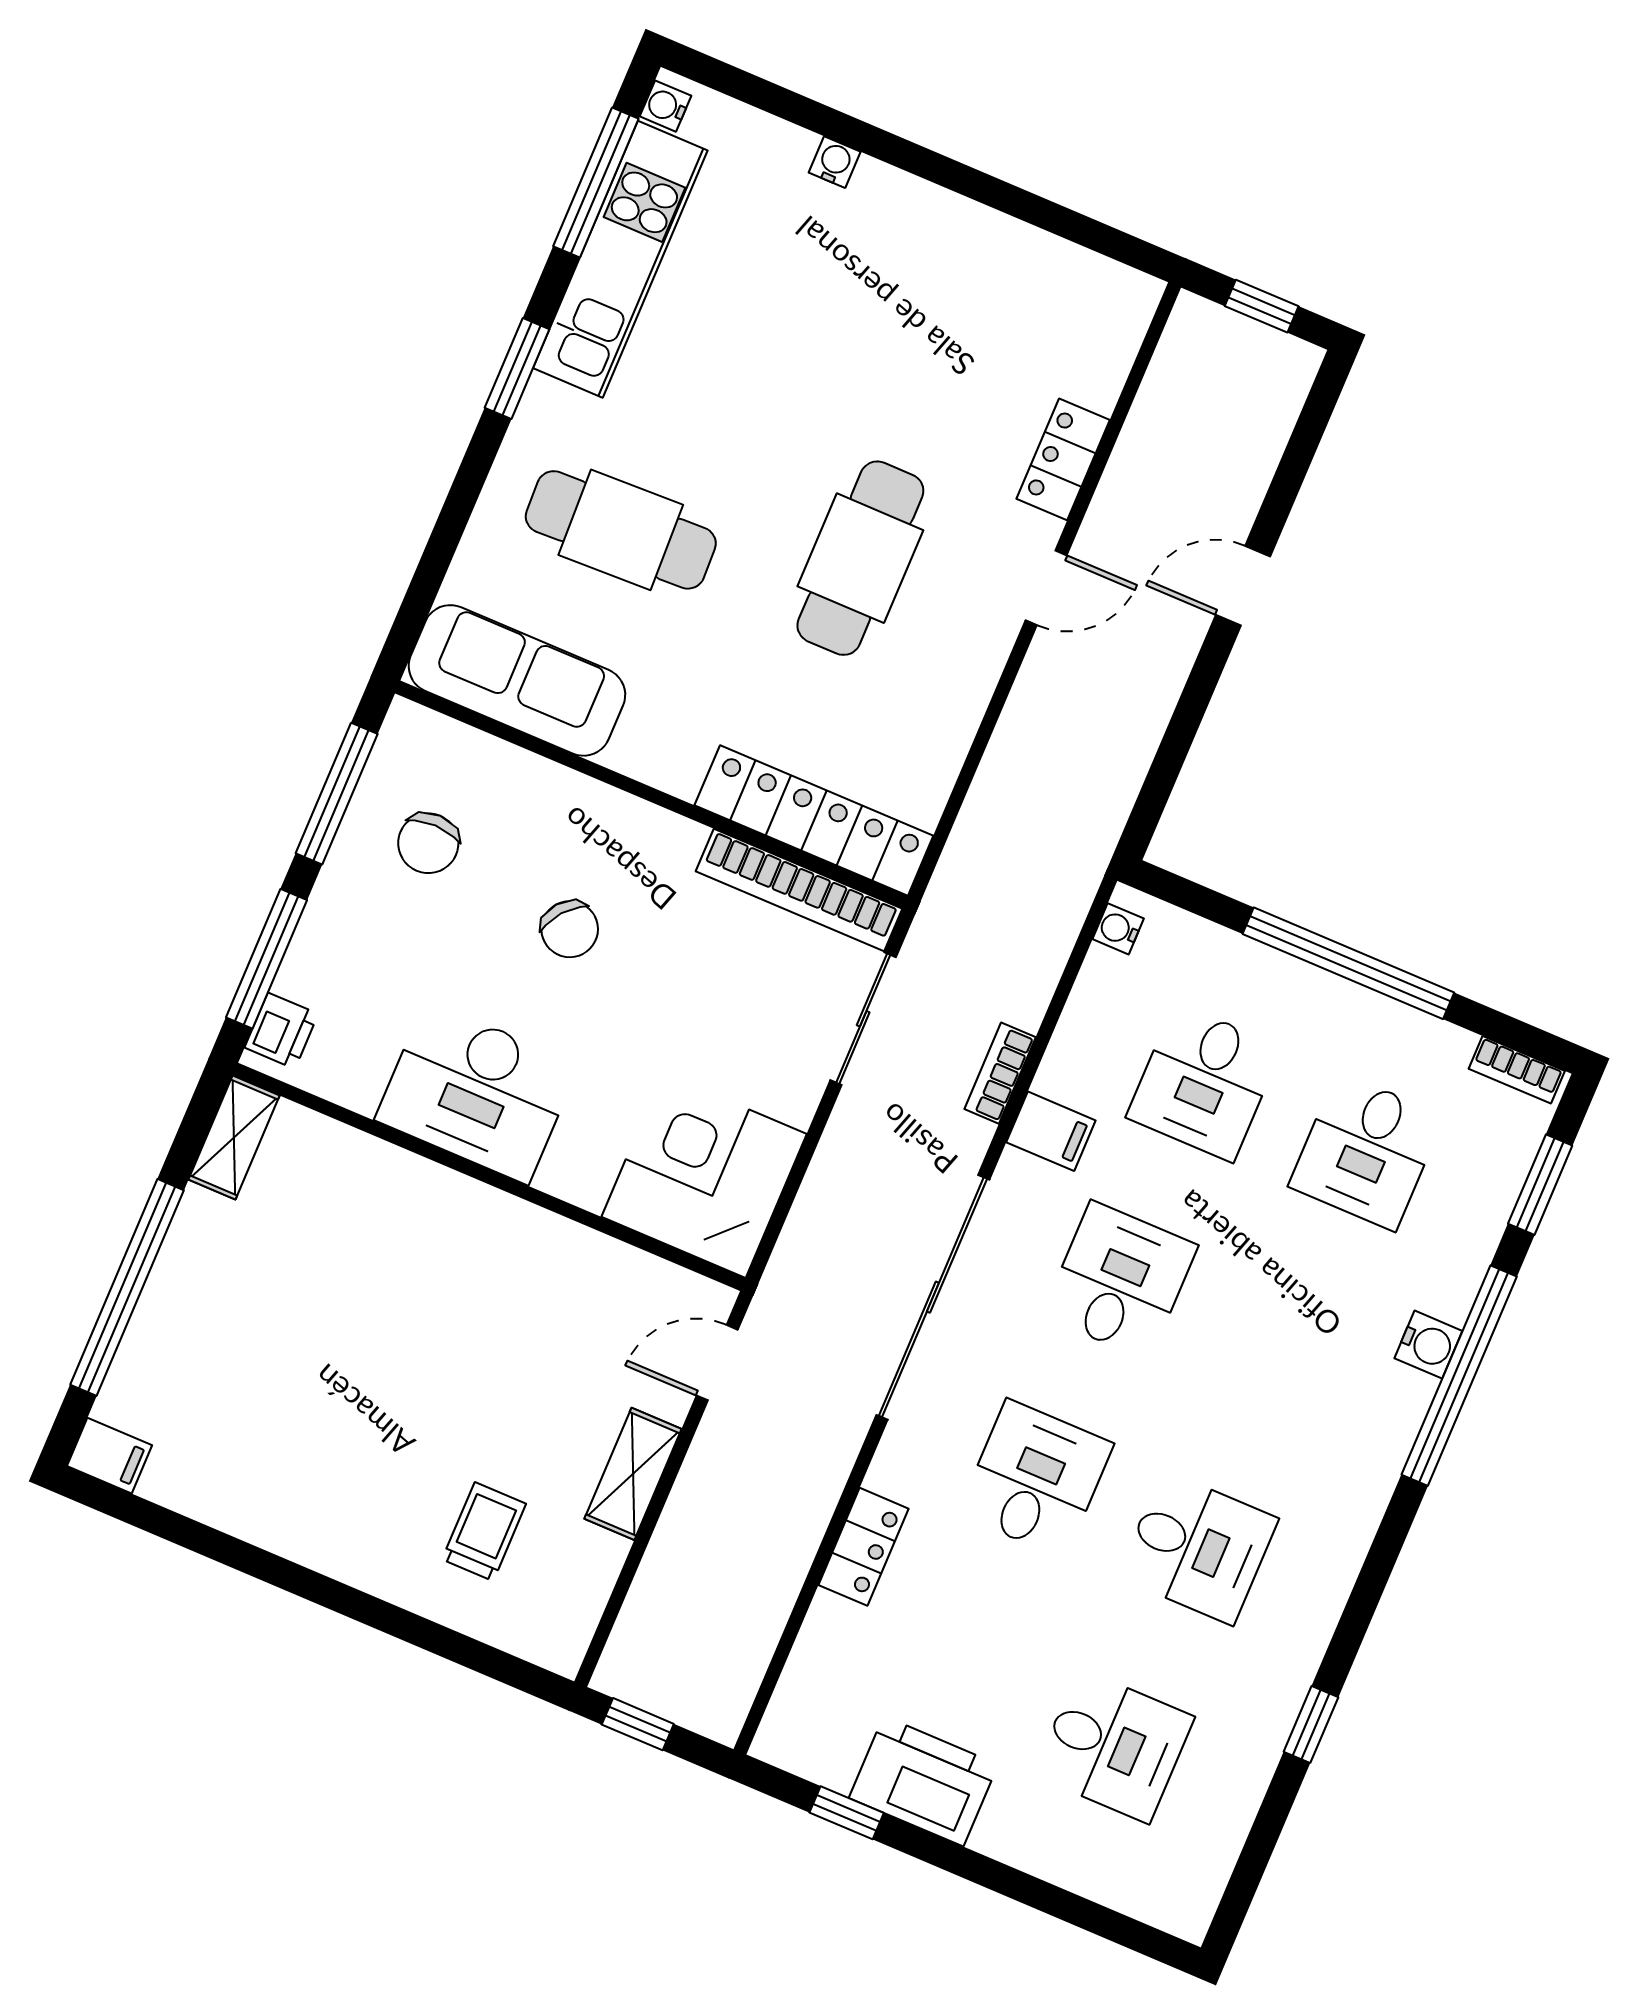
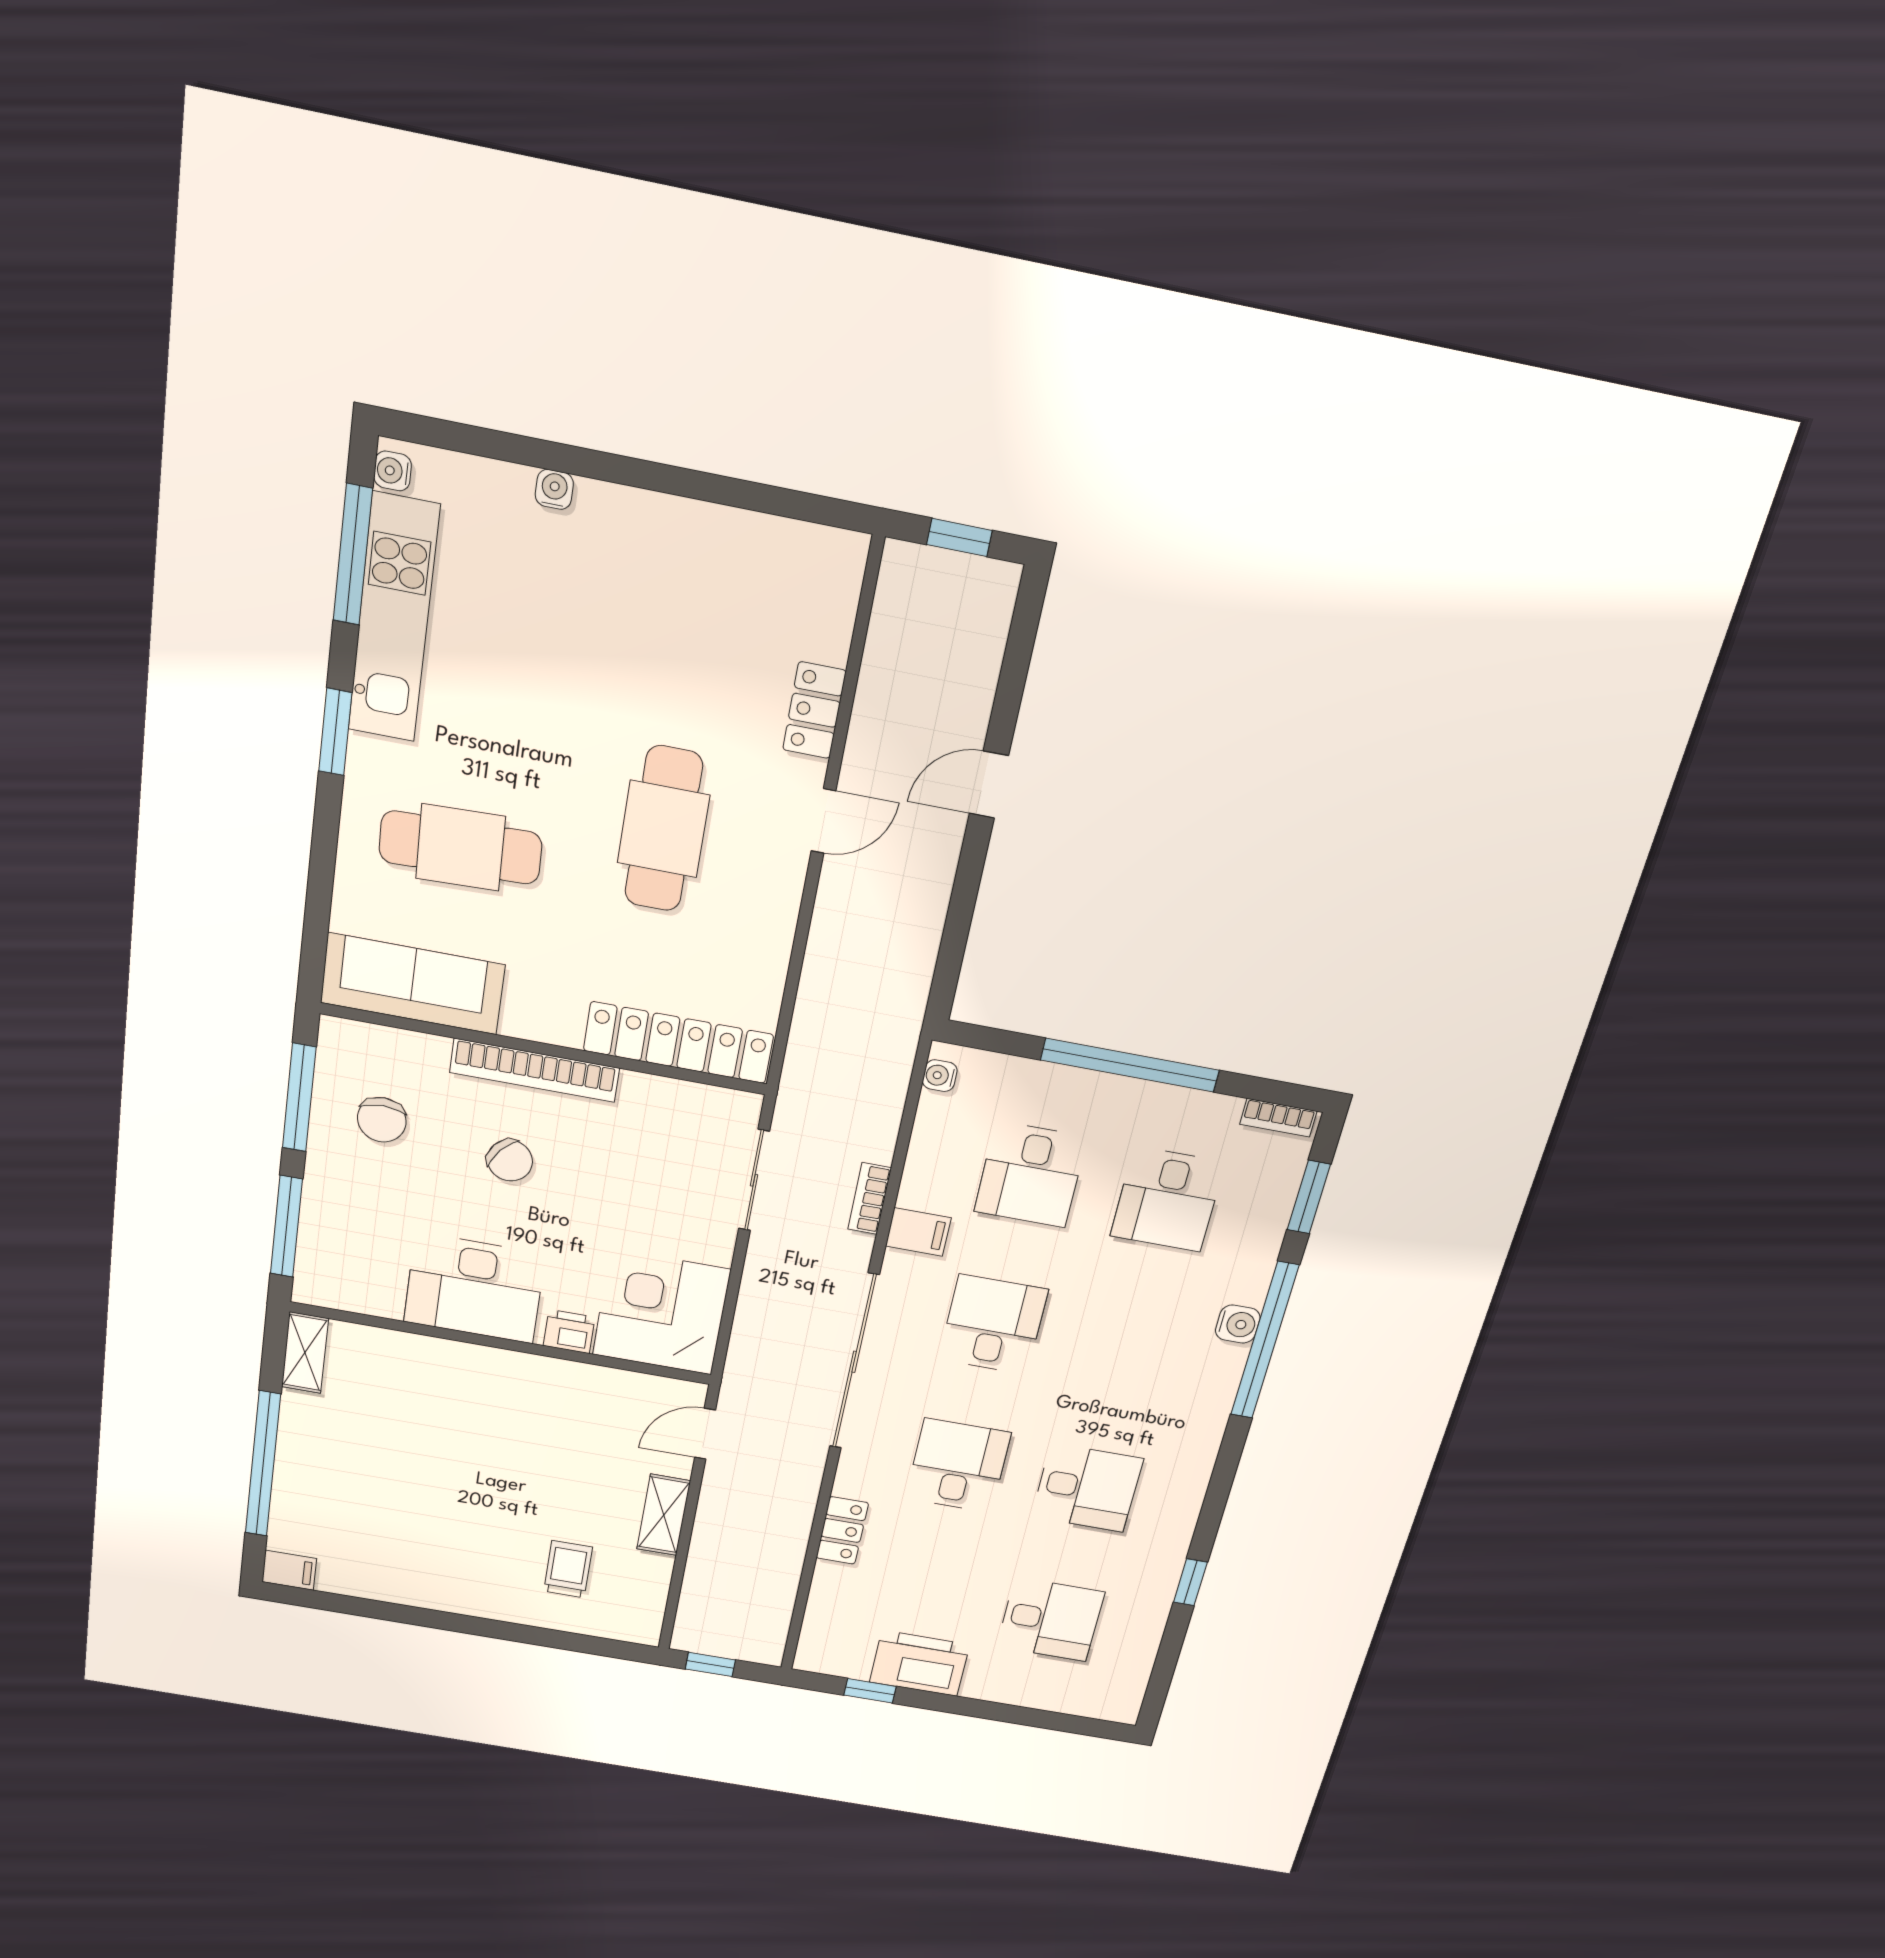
bookcase: (799, 890) -> (535, 1070), moved
printer: (281, 1031) -> (569, 1332), moved, turned -90

